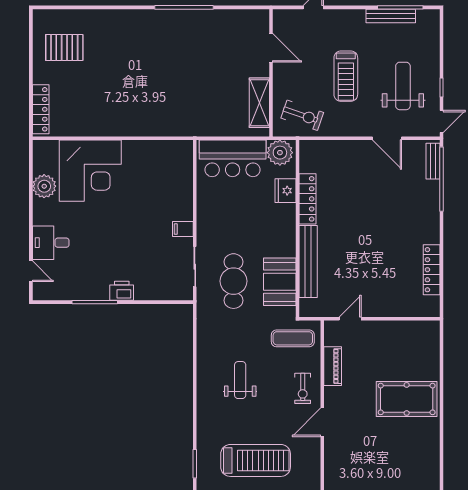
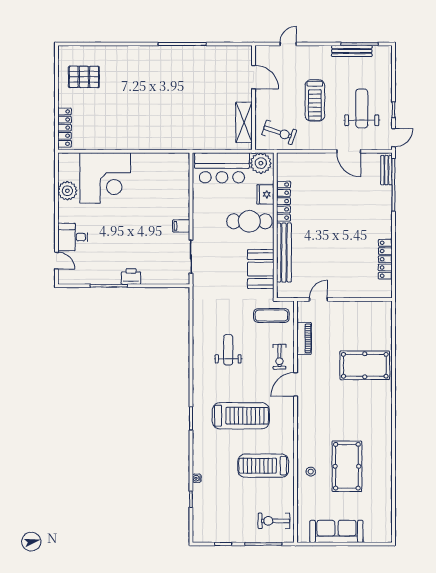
cafe table: (234, 281) -> (249, 221), moved, turned 90

